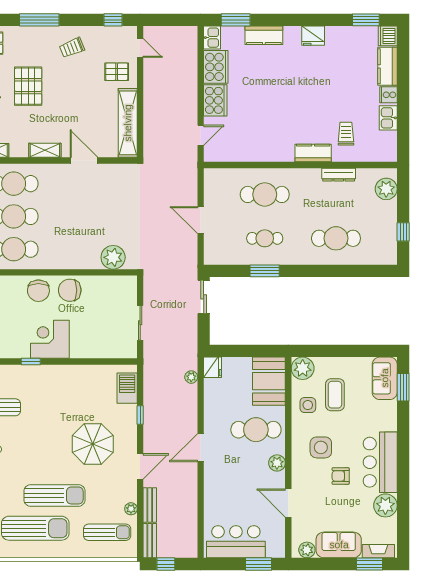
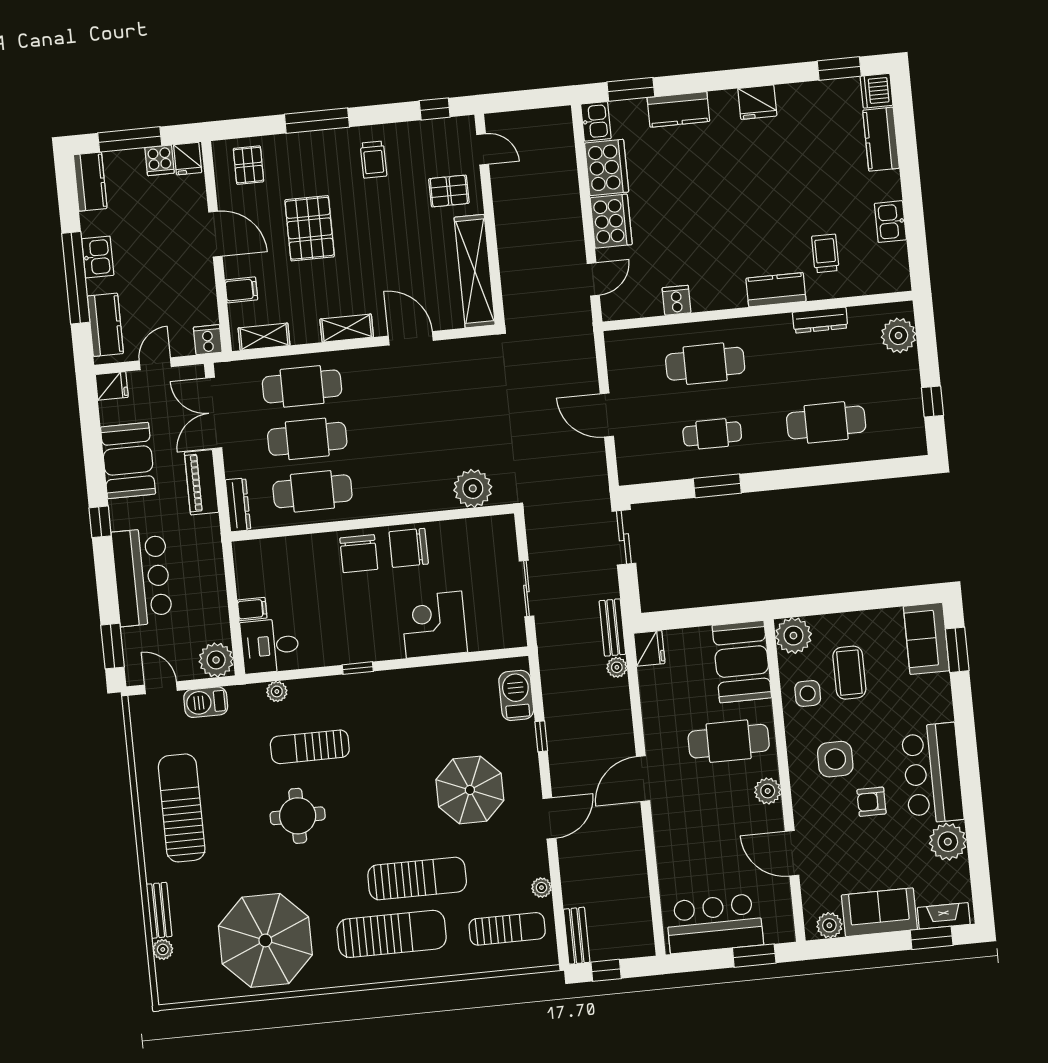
trolley: (72, 48) -> (374, 160), turned -68
cooker: (388, 95) -> (677, 300), moved, turned 90
corner desk: (50, 339) -> (434, 625), moved
bench: (150, 505) -> (612, 627), moved

